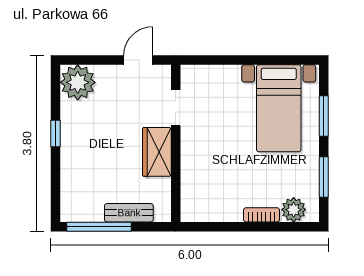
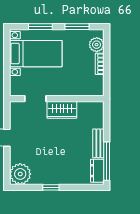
doorway: (176, 108) -> (35, 99), moved
wall: (176, 143) -> (57, 99), moved
wardrobe: (157, 152) -> (62, 110), moved
dresser: (83, 211) -> (97, 171), added

